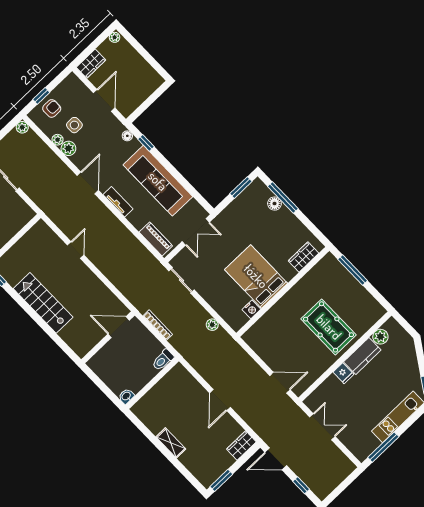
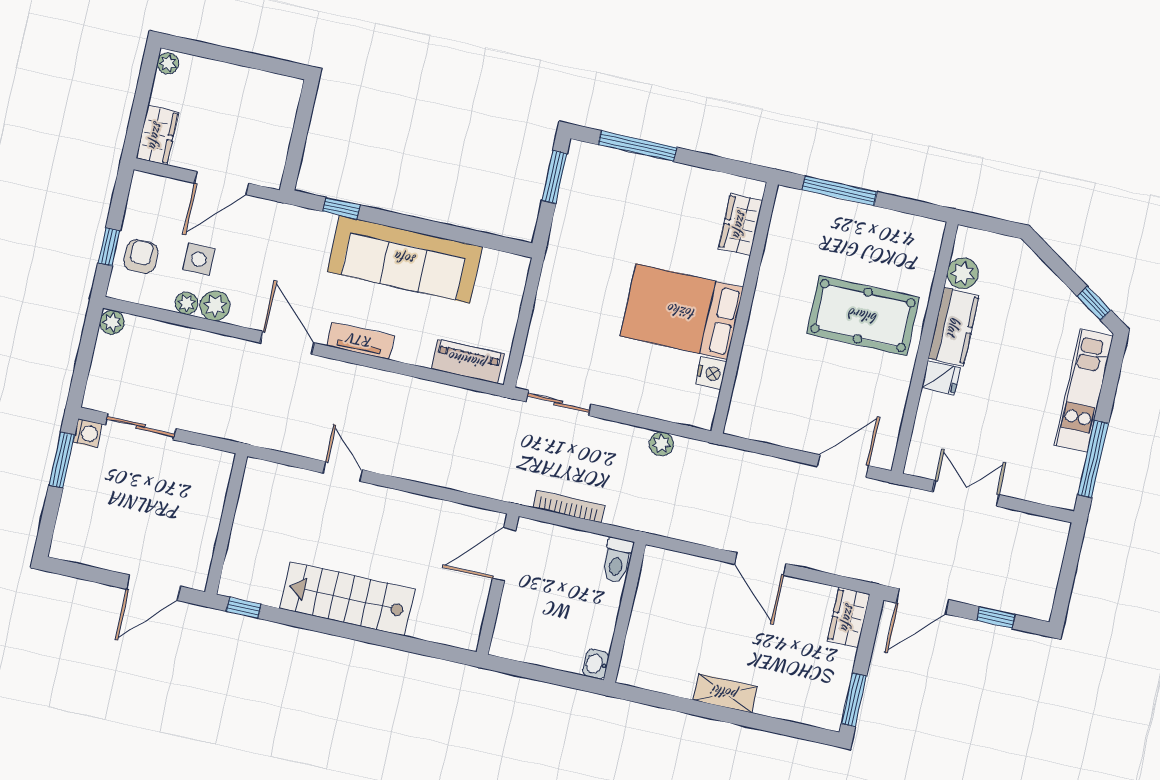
door: (104, 100) -> (221, 183), swing flipped
floor lamp: (127, 136) -> (302, 217), removed
floor lamp: (274, 204) -> (630, 166), removed
double door: (196, 232) -> (528, 304), removed

